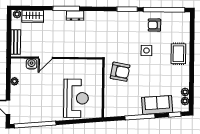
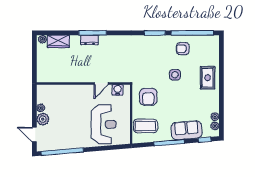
dresser: (75, 16) -> (89, 40), moved
bench: (16, 42) -> (41, 68), removed
door: (45, 58) -> (101, 83), moved
water cooler: (31, 64) -> (118, 90), moved
armchair: (120, 72) -> (148, 97), turned 80
plant: (16, 92) -> (43, 119), added
coffee table: (117, 100) -> (145, 126), added

